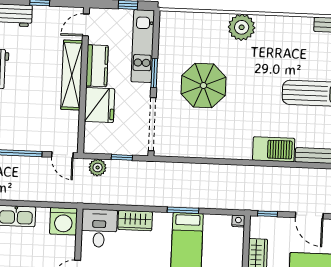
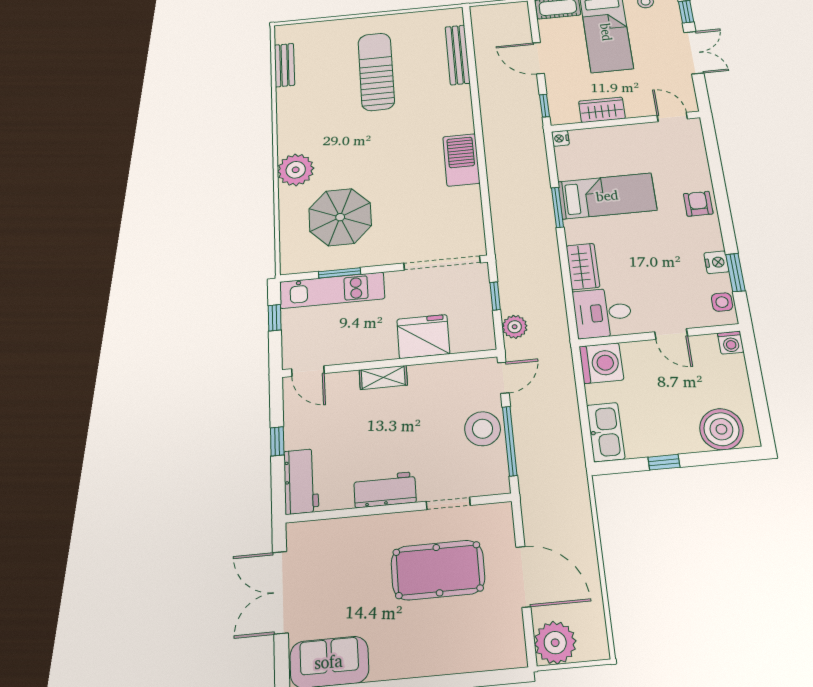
kitchen counter: (97, 66) -> (366, 348), removed
window: (154, 73) -> (340, 273), moved
shelving: (72, 75) -> (383, 377), width x0.45, depth x0.75
parasol: (203, 86) -> (340, 217), moved
stool: (29, 137) -> (483, 429), added
barbecue: (274, 149) -> (461, 160), moved
door: (309, 216) -> (538, 58), swing flipped

